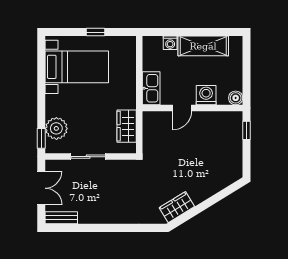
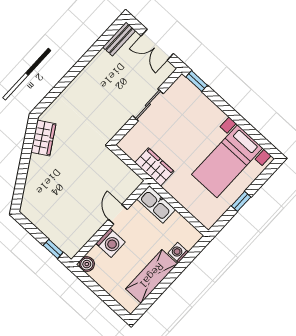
wardrobe: (127, 126) -> (154, 167), moved
plant: (56, 128) -> (193, 100), removed

